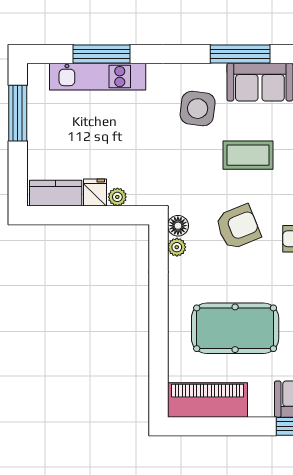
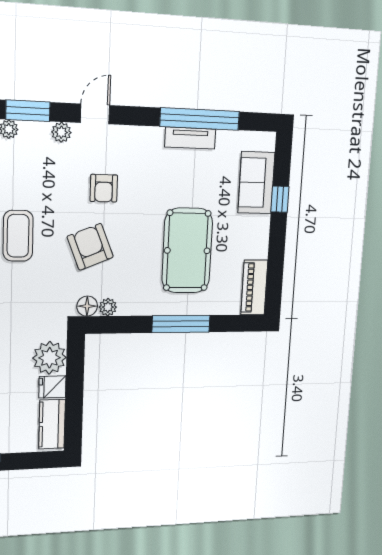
plant: (117, 197) -> (50, 358), width x1.87, depth x1.87
window: (158, 326) -> (181, 324), added
piano: (207, 400) -> (254, 287), width x0.73, depth x0.75

